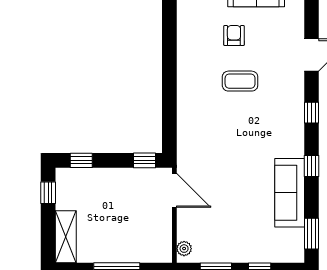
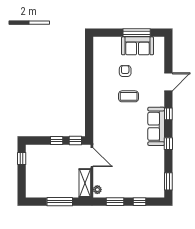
window: (81, 160) -> (57, 141), moved
sofa: (290, 193) -> (156, 126), moved
shelving: (66, 237) -> (85, 183), moved

